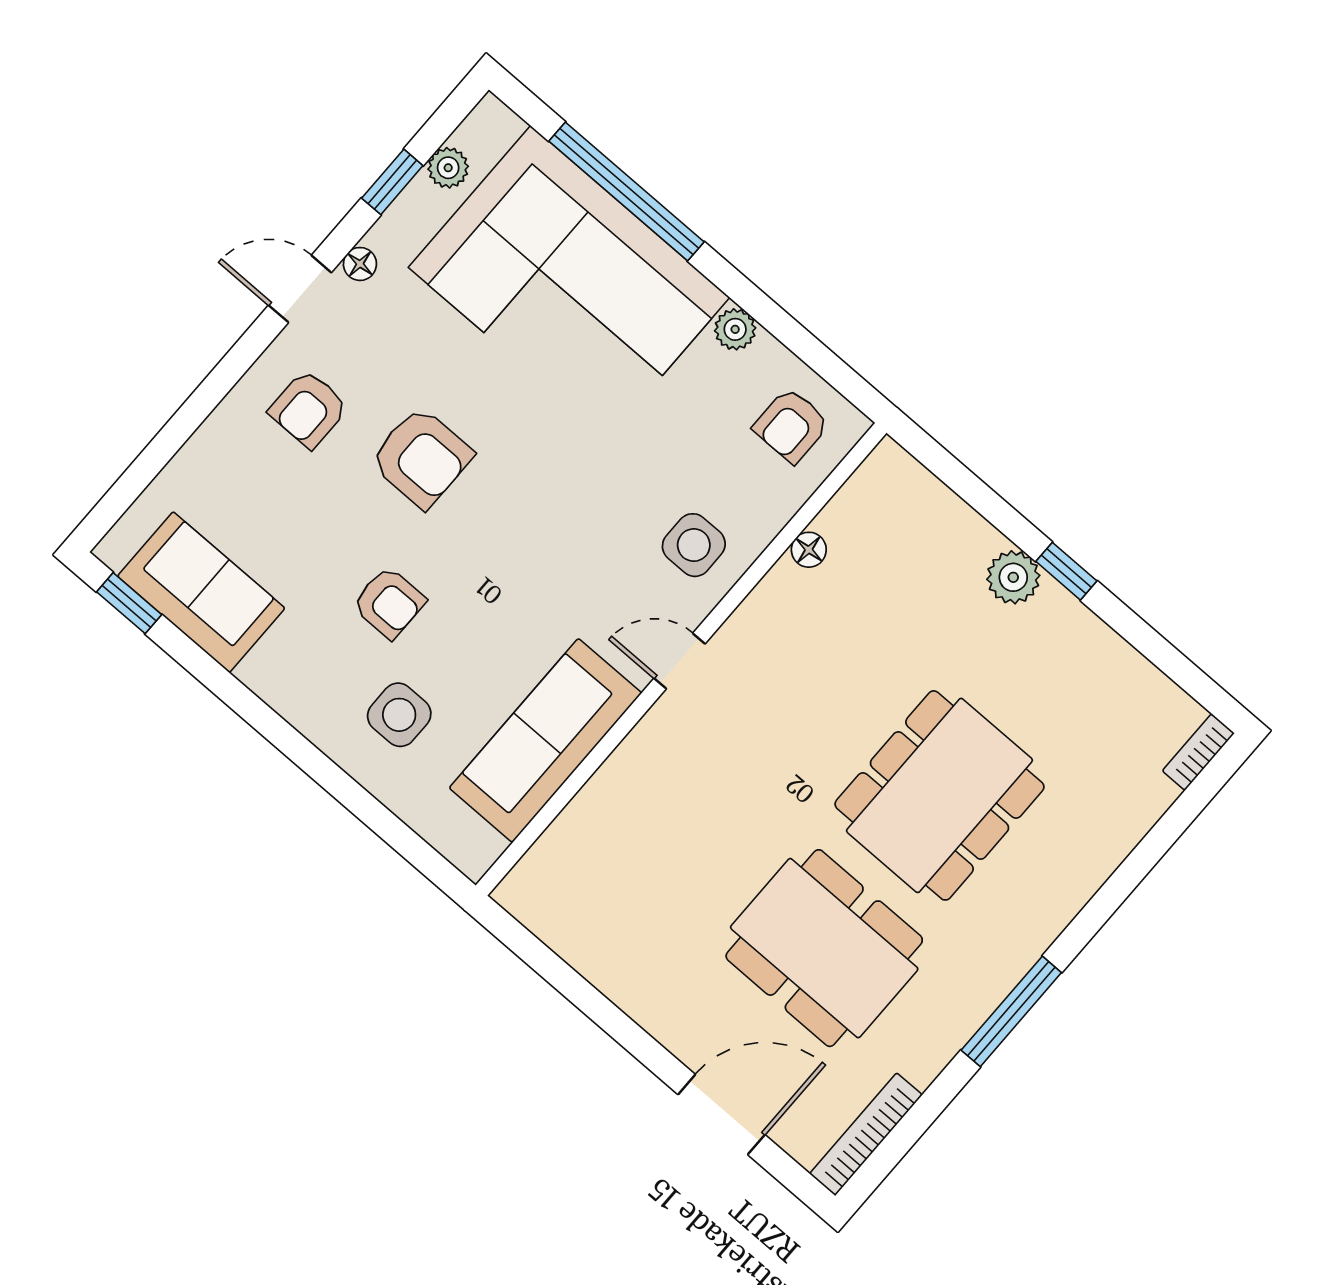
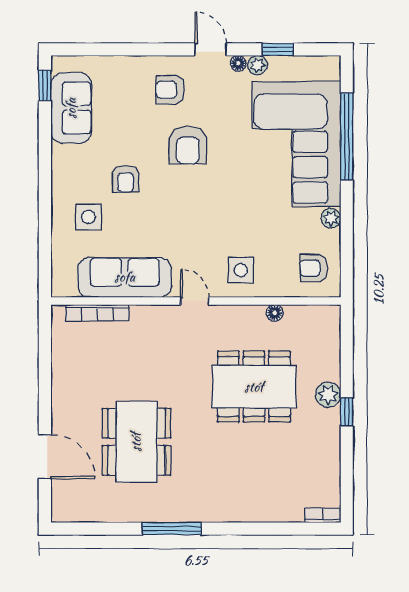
plant: (448, 168) -> (258, 65), moved
dining table: (939, 795) -> (254, 387), moved
bookcase: (866, 1134) -> (97, 313), moved, turned 180

